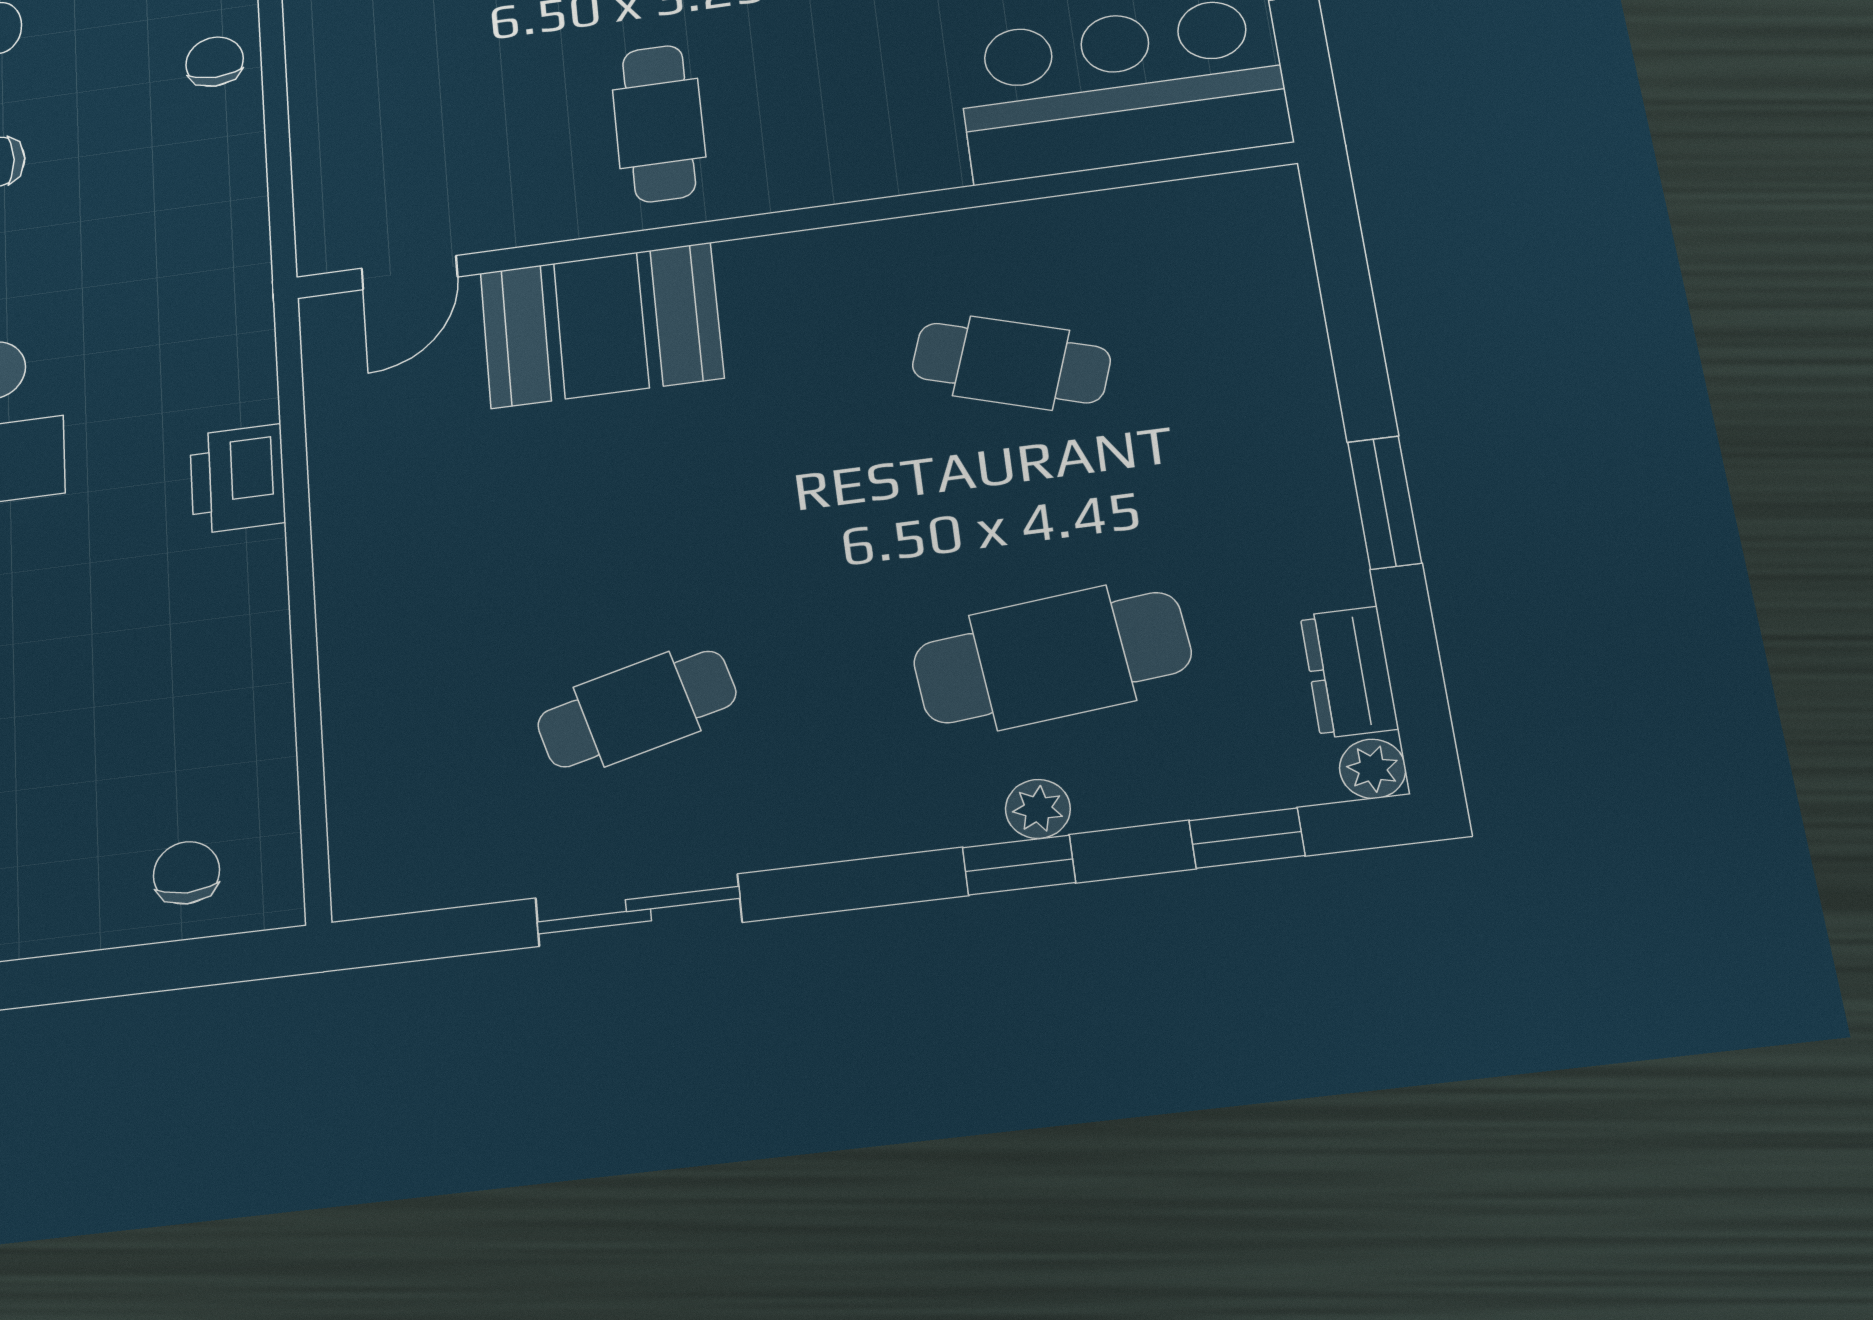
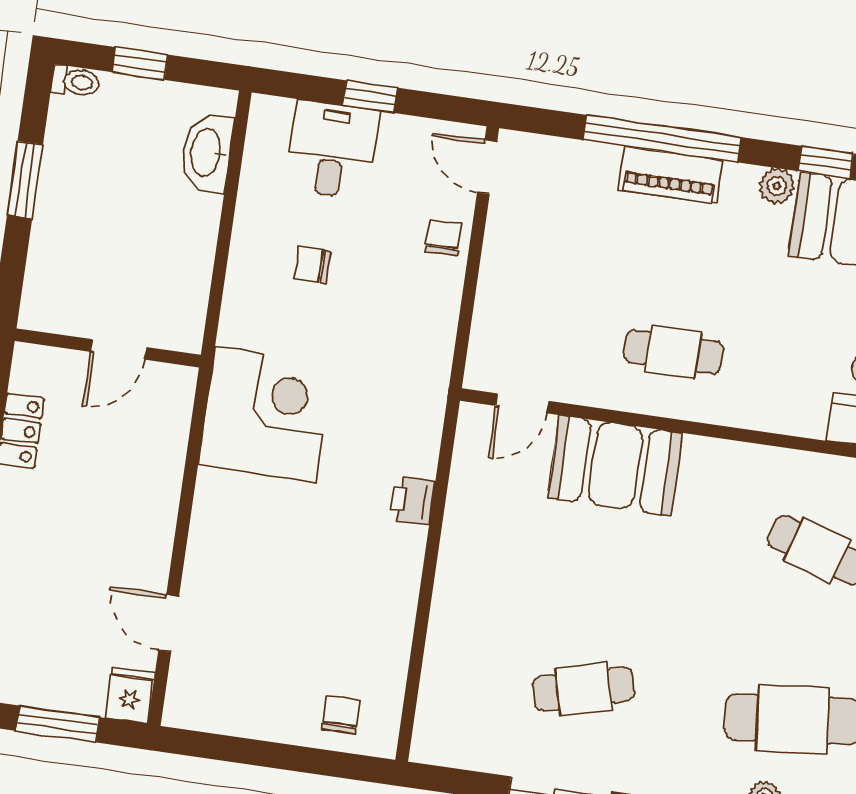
cafe table: (659, 123) -> (673, 352), turned 90
printer: (237, 479) -> (413, 501), width x0.73, depth x0.81

